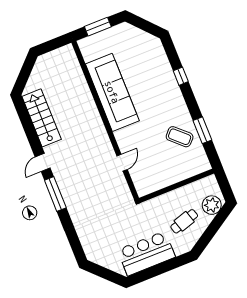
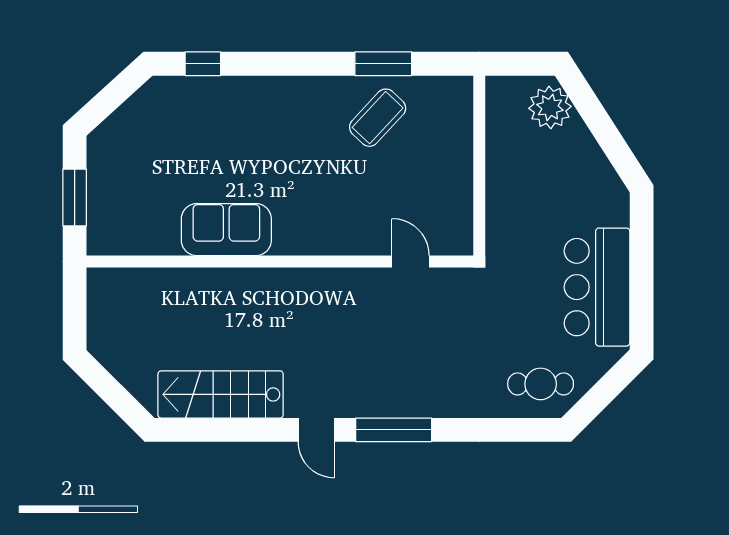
window: (181, 76) -> (203, 64), moved
sofa: (112, 92) -> (226, 230), width x0.54, depth x0.79
door: (122, 163) -> (411, 262), moved
cafe table: (184, 221) -> (541, 384), moved, turned -73

